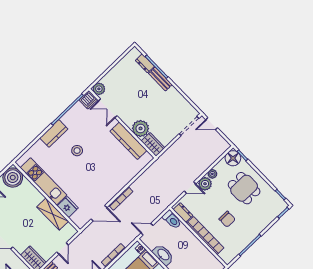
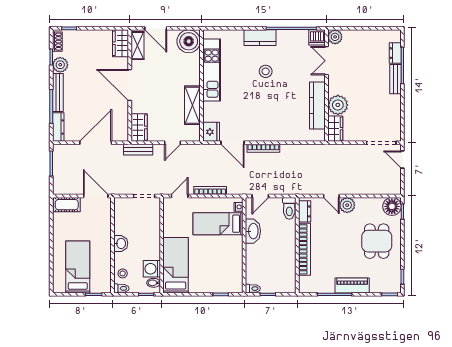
plant: (212, 174) -> (362, 203), removed
fridge: (68, 207) -> (211, 132), moved
chair: (227, 219) -> (337, 254), removed
door: (147, 229) -> (260, 196), swing flipped
piano: (255, 229) -> (352, 285), added

